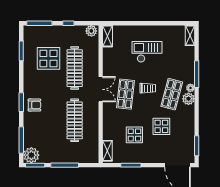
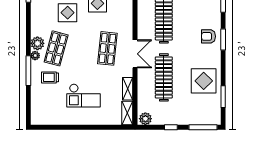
shelving: (190, 36) -> (128, 89), moved
display table: (48, 58) -> (204, 81), moved
trolley: (148, 88) -> (50, 77), moved
double door: (101, 89) -> (135, 54), swing flipped

